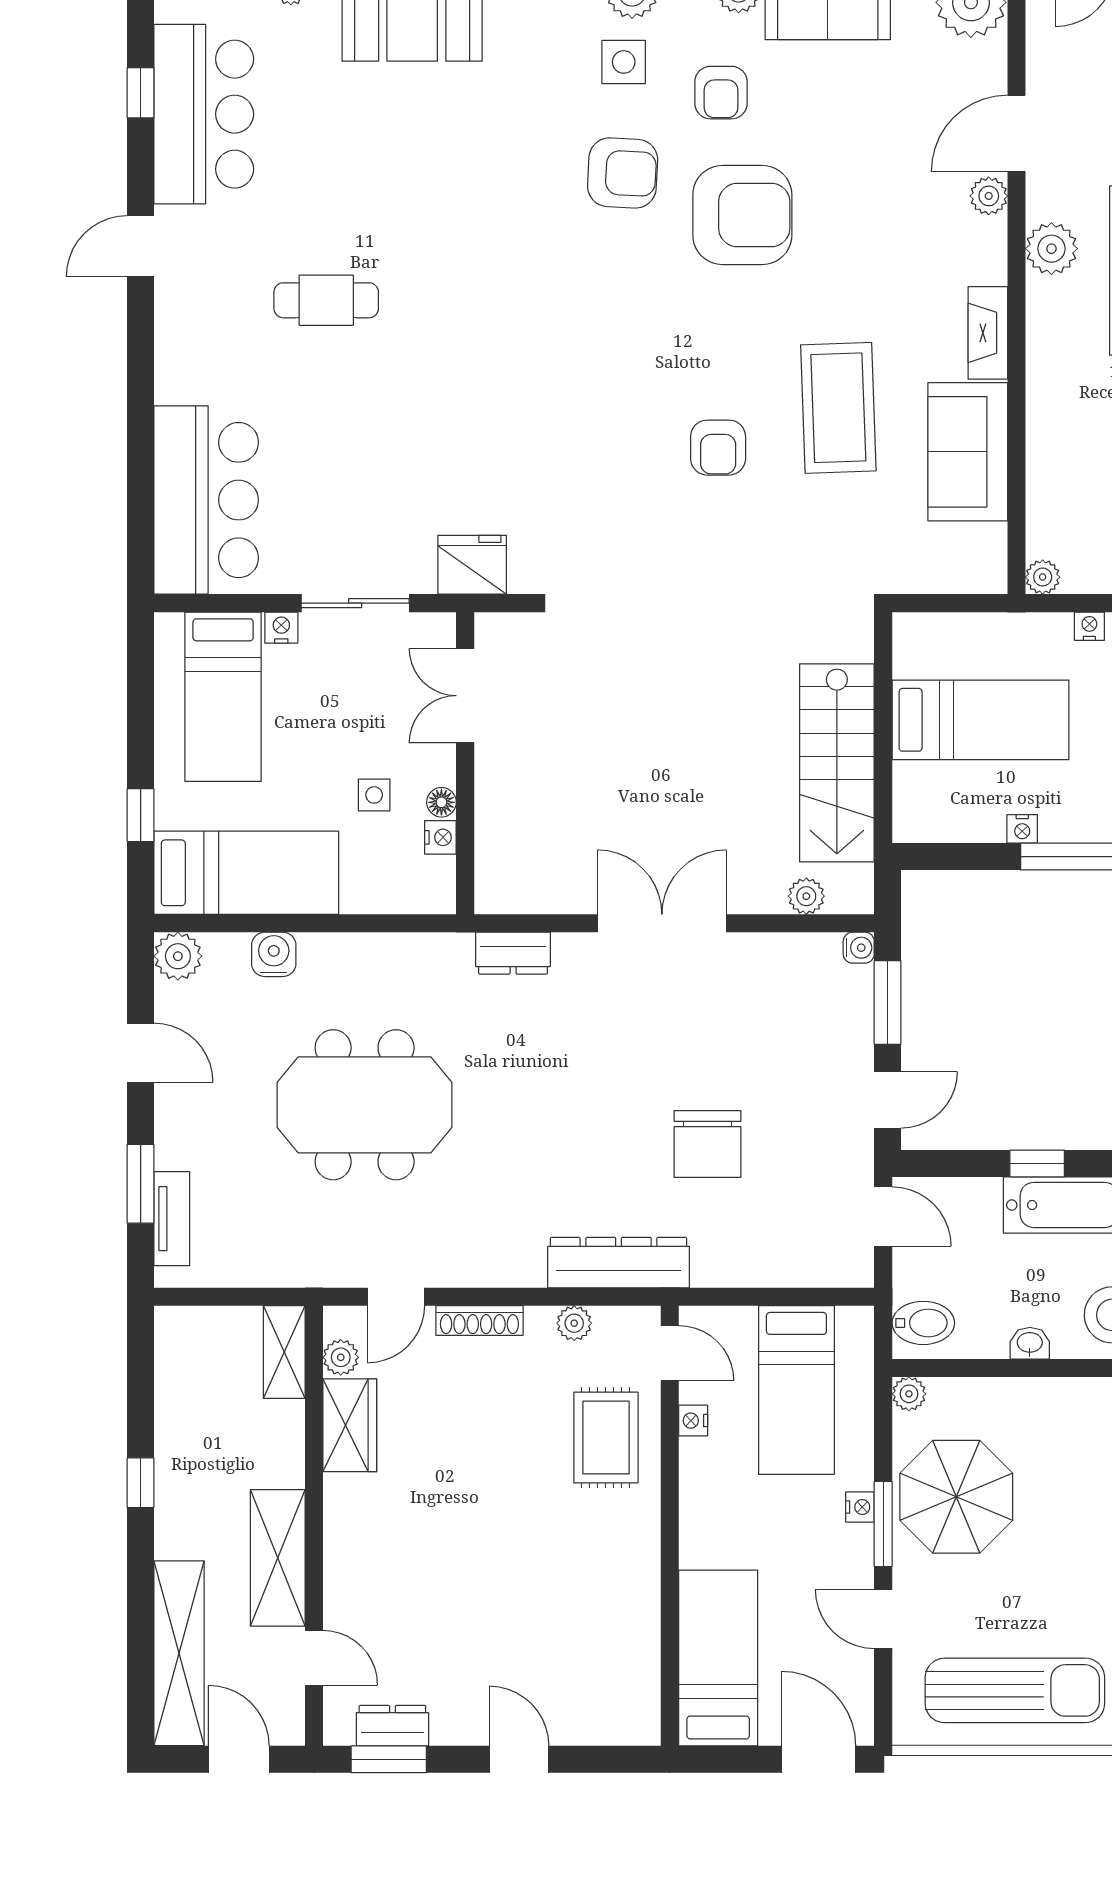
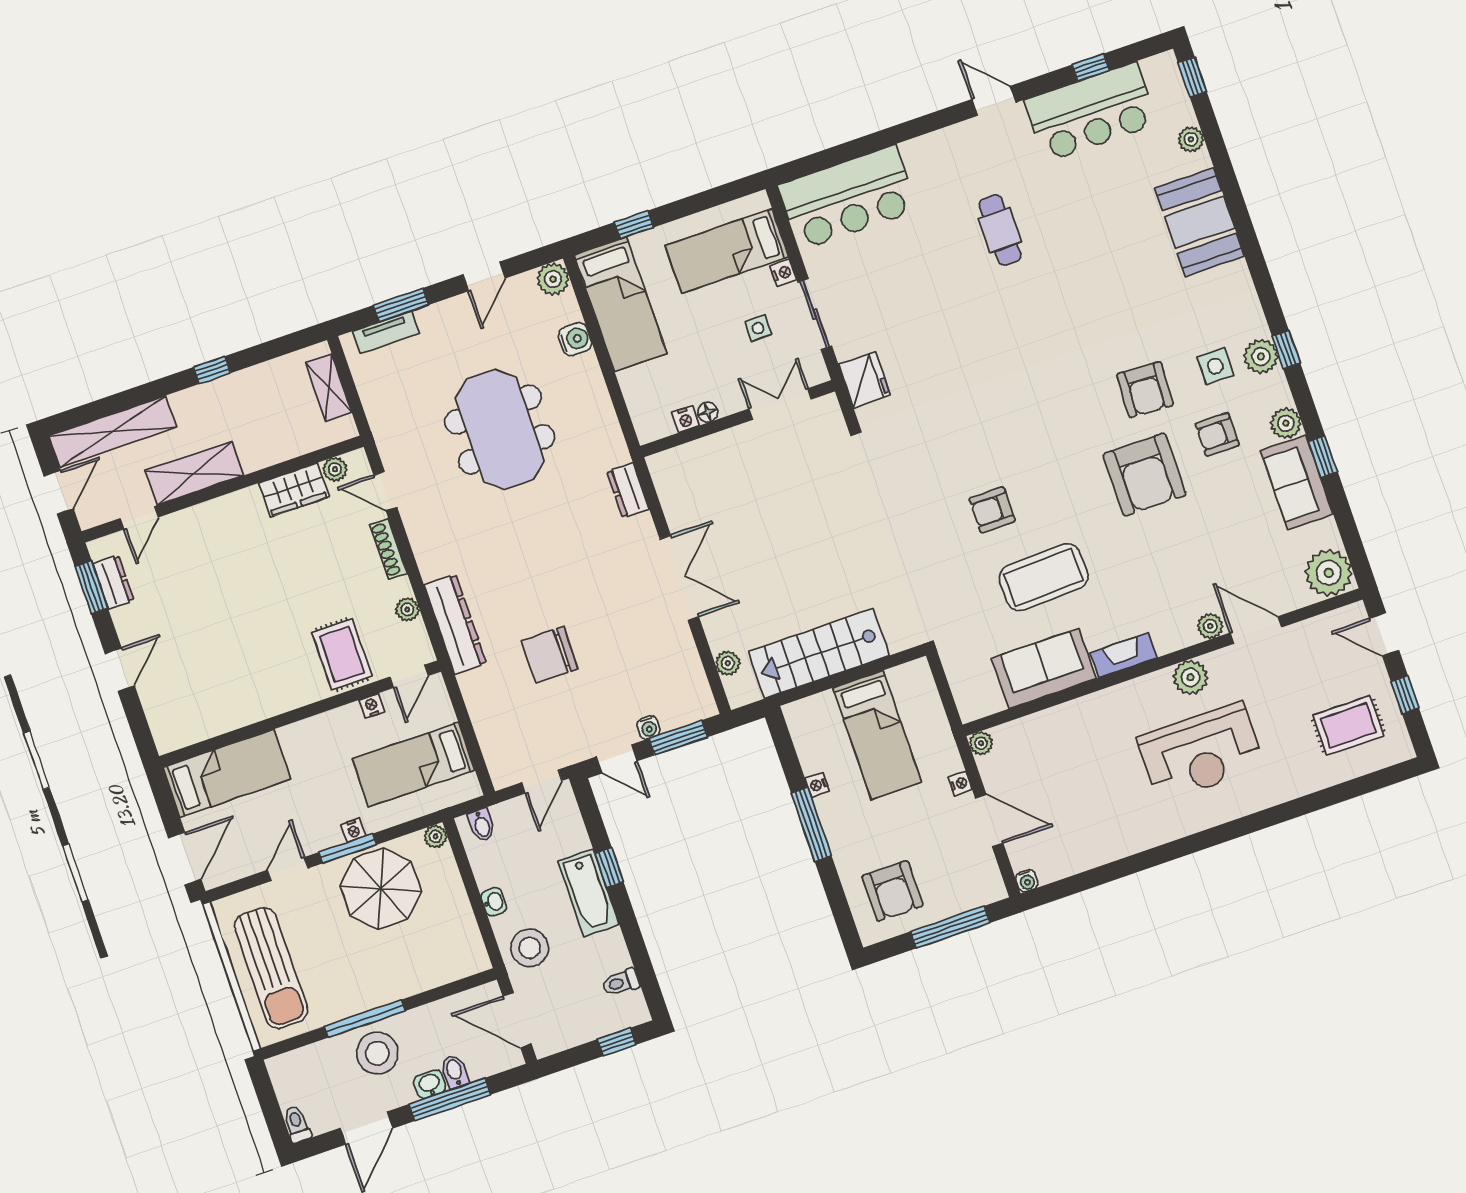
side table: (374, 795) -> (758, 328), moved
water cooler: (859, 948) -> (649, 728), moved
bidet: (923, 1323) -> (482, 825), width x0.72, depth x0.74
shelving: (284, 1352) -> (329, 388), moved, turned 90
rug: (606, 1438) -> (342, 654), turned 90

